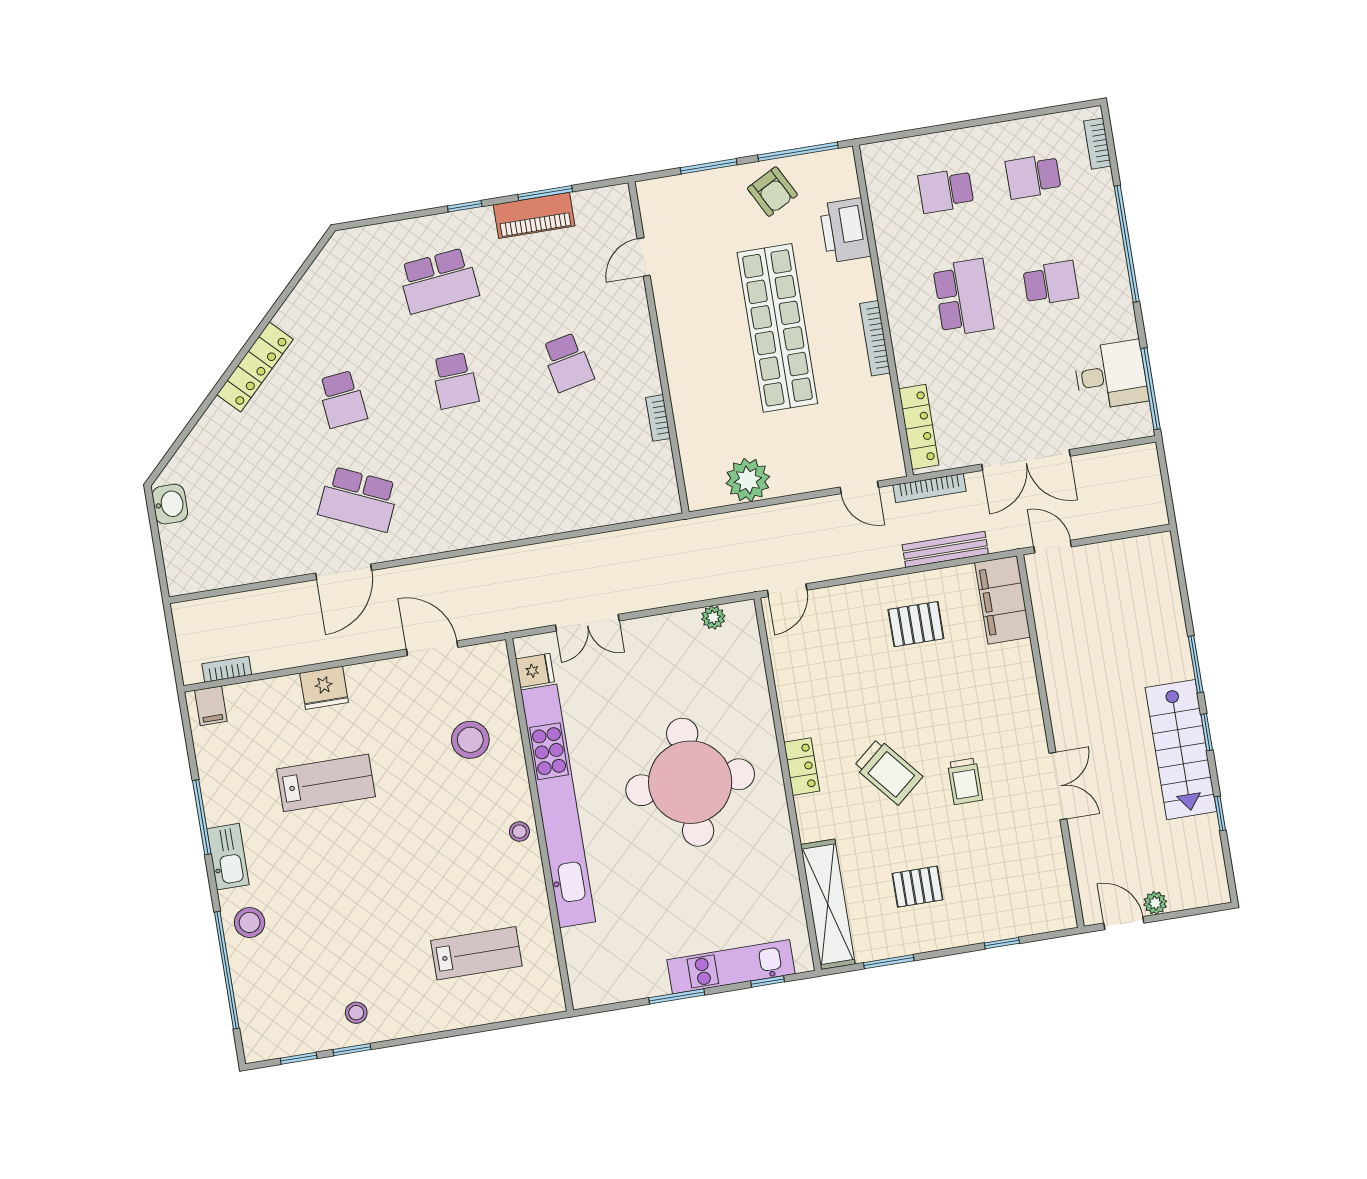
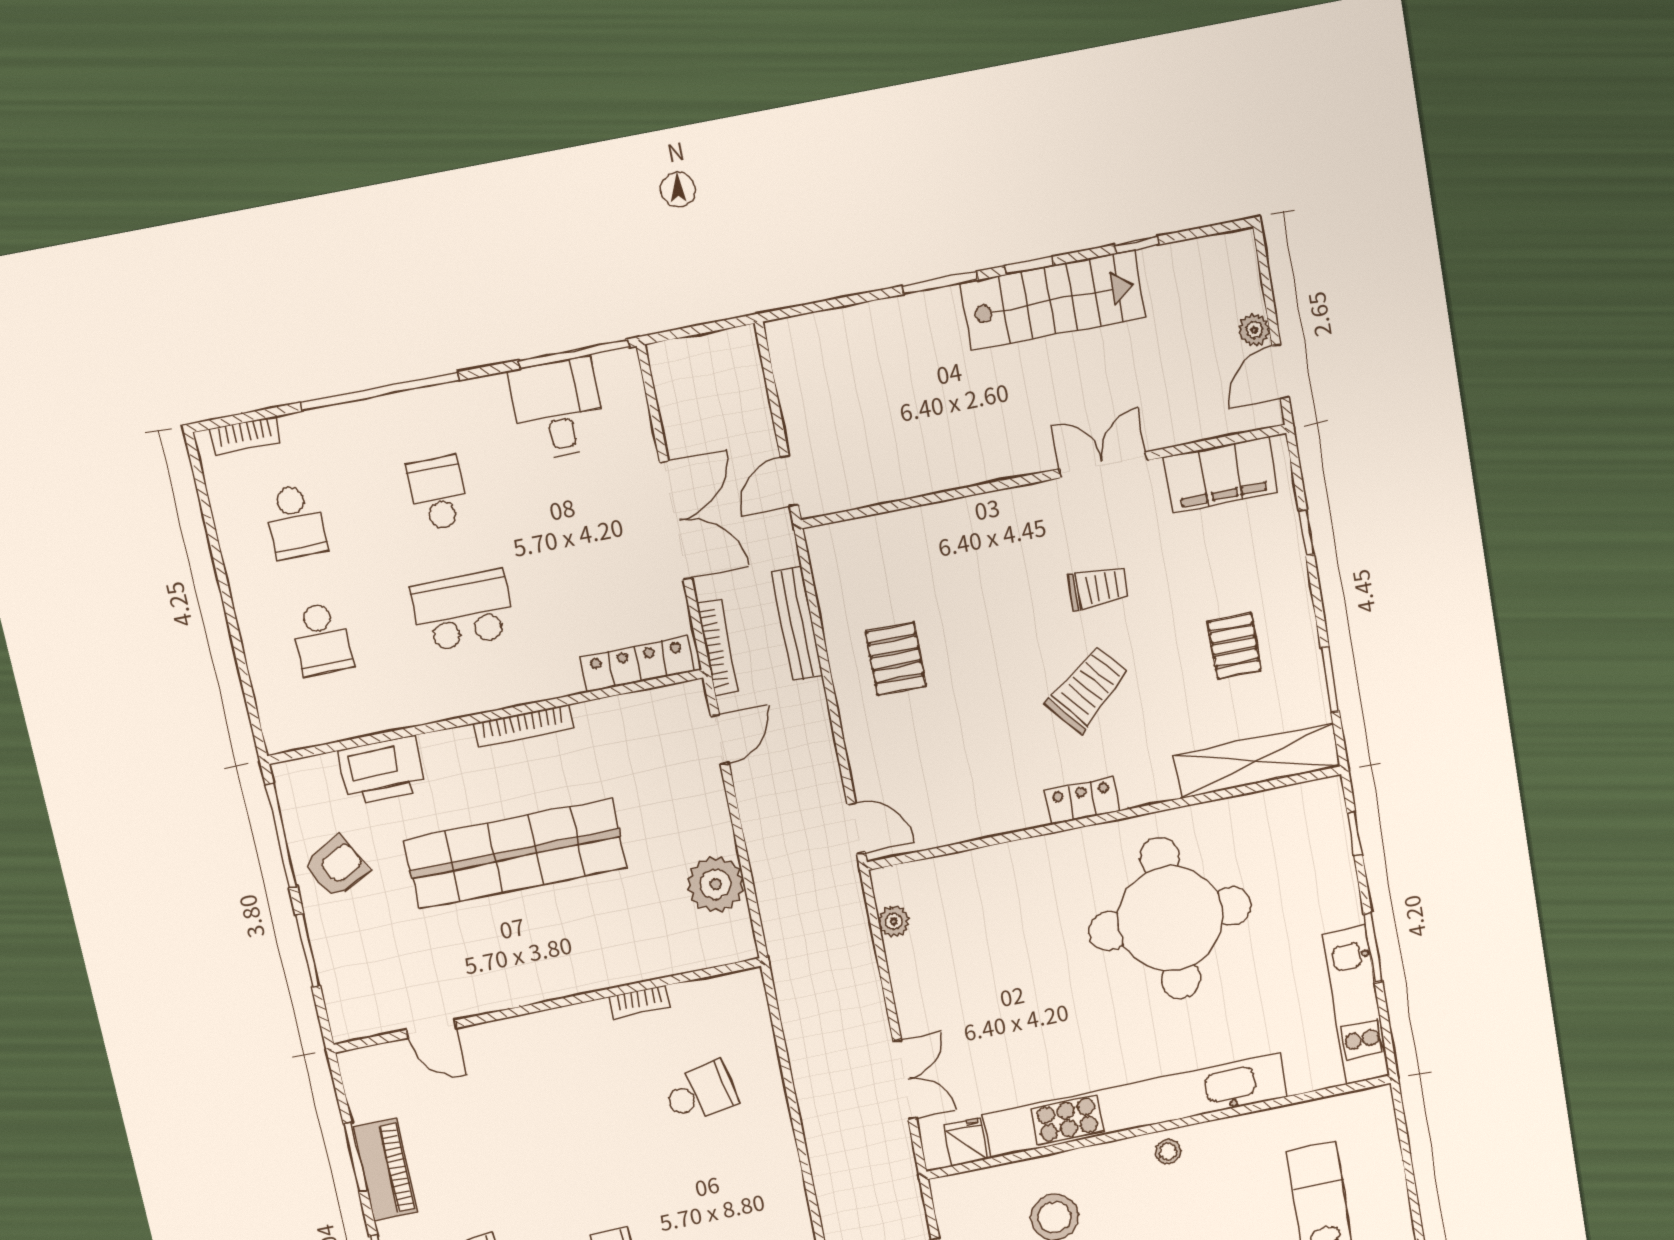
school desk: (568, 362) -> (700, 1093), moved
filing cabinet: (1003, 600) -> (1221, 475), moved
round table: (690, 782) -> (1170, 919), moved
kitchen unit: (731, 967) -> (1356, 1005), moved

